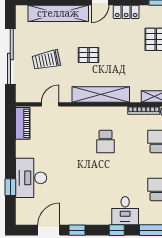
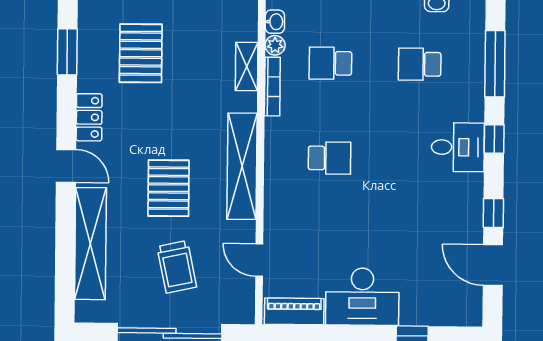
pallet: (88, 55) -> (169, 188), width x1.50, depth x1.42
desk: (31, 178) -> (362, 297), moved
desk: (125, 211) -> (458, 147), moved

